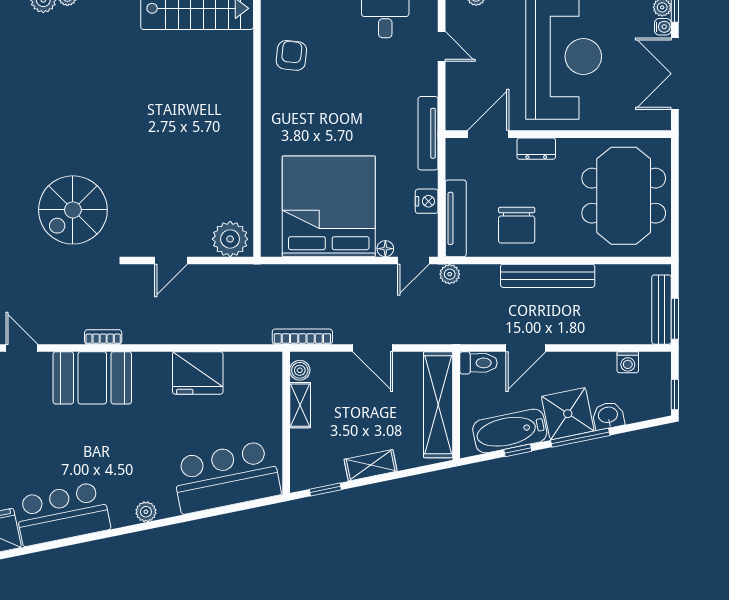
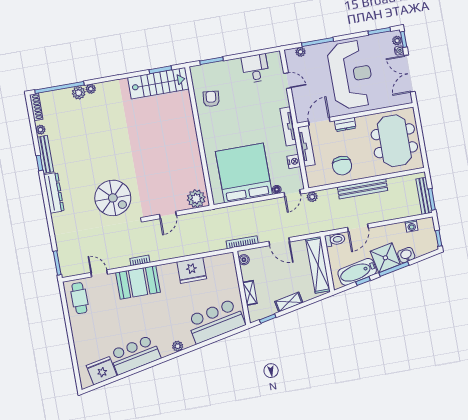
spiral stairs: (73, 210) -> (113, 198), turned -90
tv unit: (456, 218) -> (306, 146), moved
shelving: (300, 405) -> (250, 293), moved

